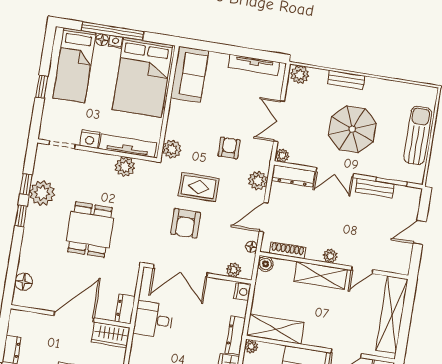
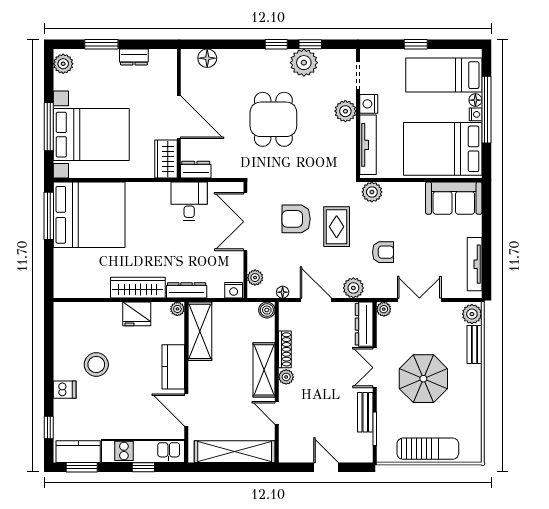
bench: (346, 80) -> (474, 345), moved
plant: (125, 167) -> (345, 111), moved
dining table: (90, 230) -> (273, 119), turned 90
shoe rack: (287, 250) -> (285, 349), moved

